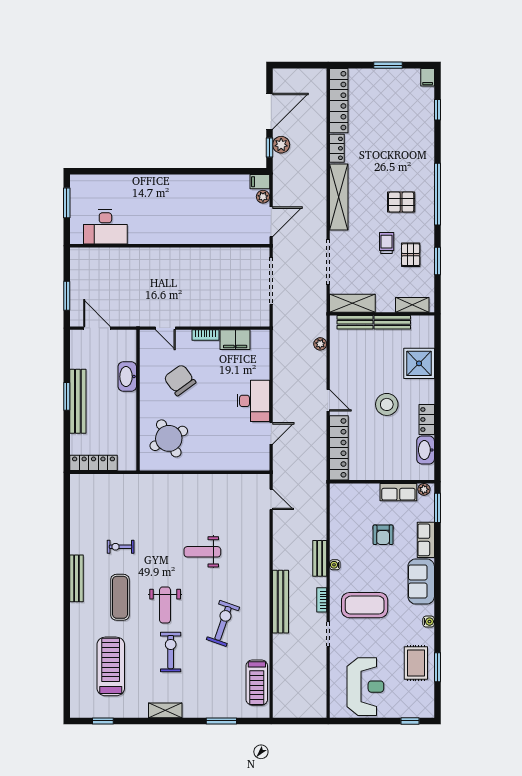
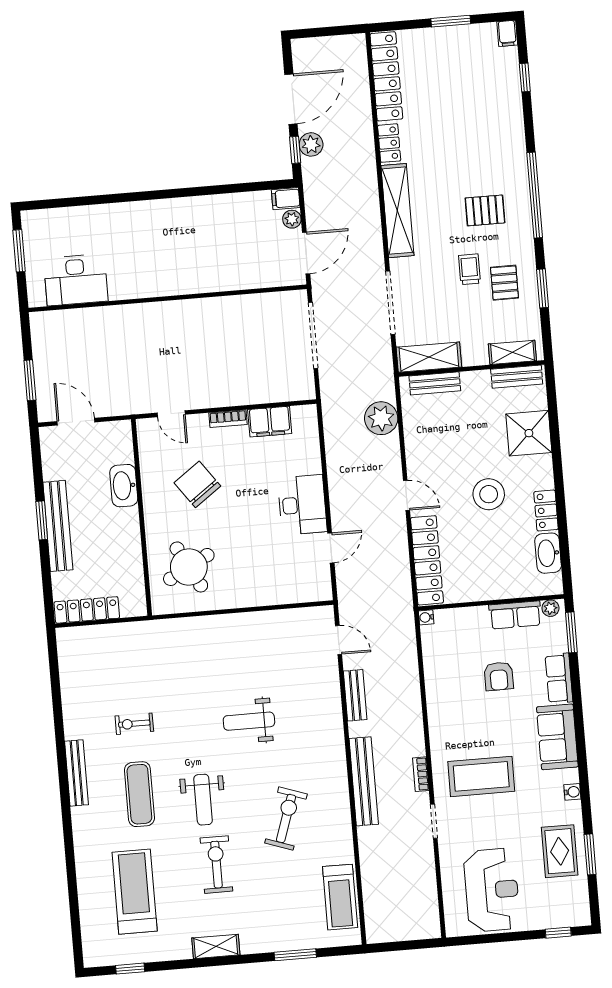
bench: (392, 322) -> (517, 377), moved
plant: (320, 344) -> (381, 418), width x1.88, depth x1.88
bench: (320, 558) -> (355, 695), moved
water cooler: (335, 565) -> (426, 617), moved

